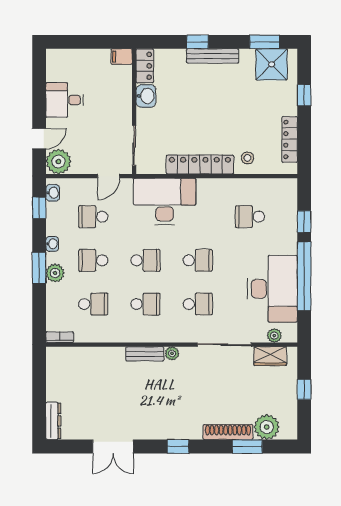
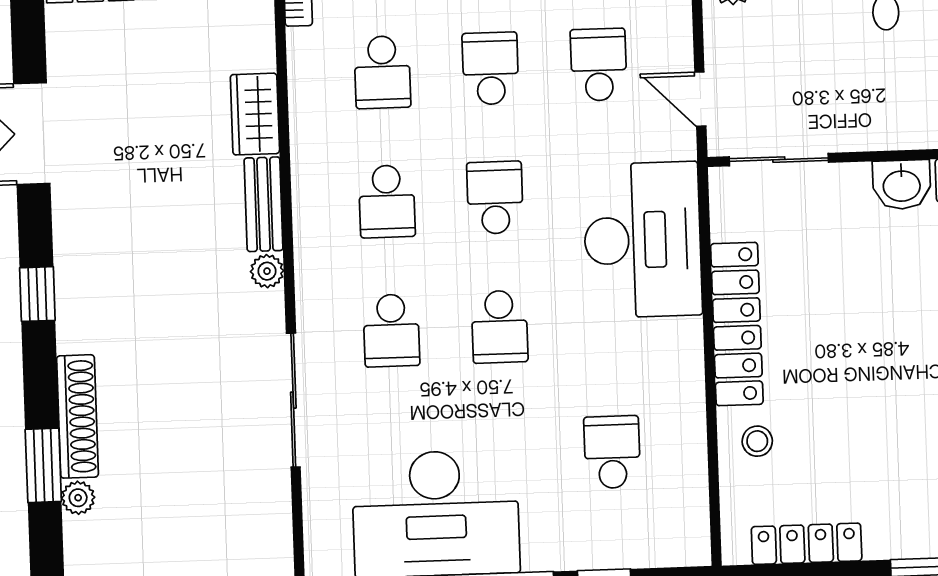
school desk: (145, 260) -> (495, 198), turned 180
plant: (274, 336) -> (320, 523), removed
wardrobe: (270, 356) -> (255, 114), moved
plant: (267, 427) -> (78, 498), width x0.53, depth x0.53

